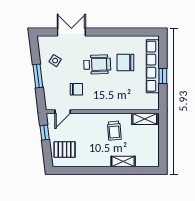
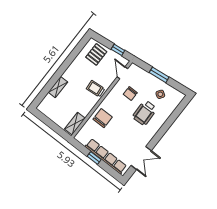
double door: (71, 32) -> (141, 158), moved
chair: (125, 62) -> (103, 118), moved
wheelchair: (97, 64) -> (145, 113), moved
trolley: (114, 131) -> (95, 89), moved

